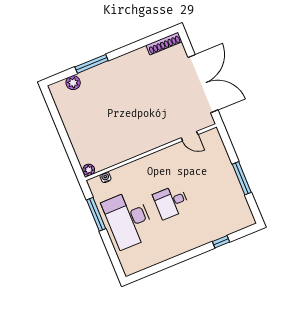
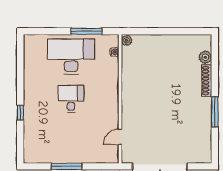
shoe rack: (164, 44) -> (207, 81), moved
window: (92, 64) -> (215, 112), moved
window: (221, 242) -> (20, 112), moved

